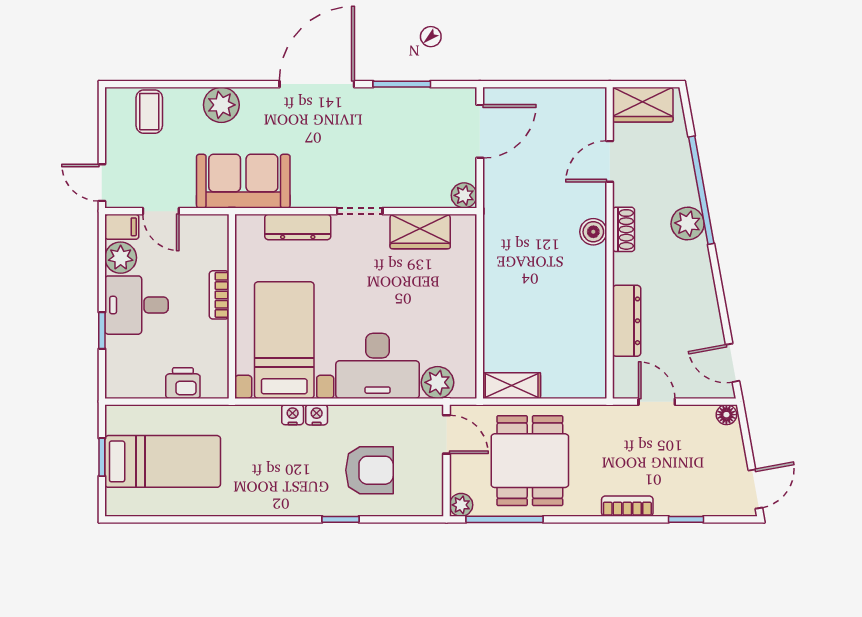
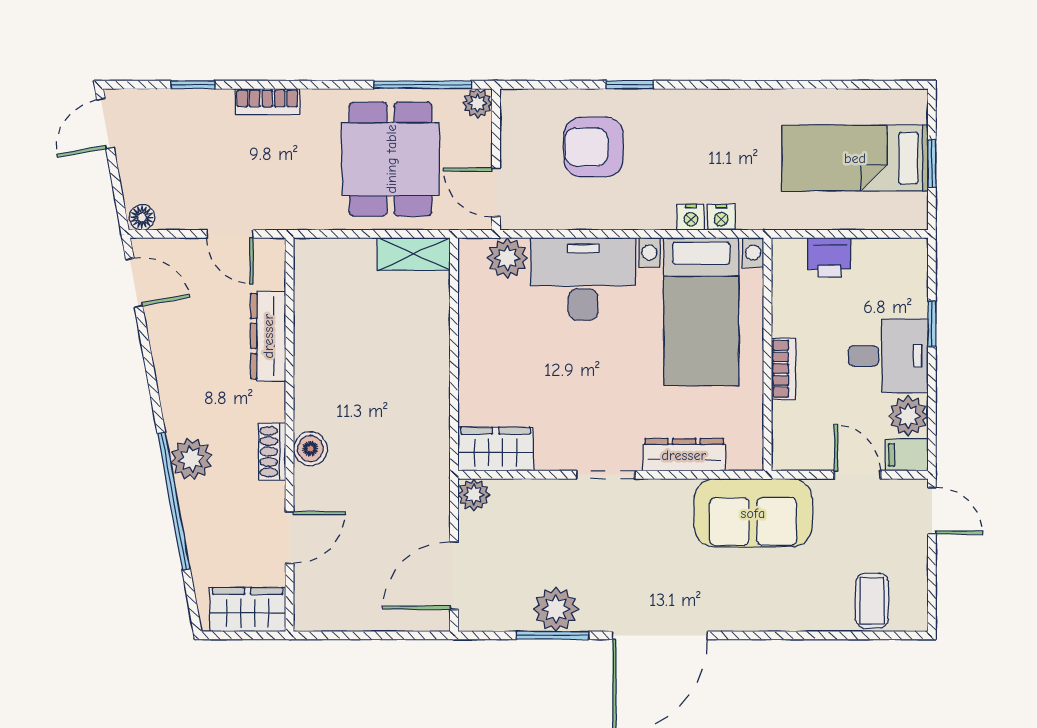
plant: (221, 105) -> (556, 609), moved
wardrobe: (420, 231) -> (496, 449), moved
nightstand: (317, 415) -> (721, 217), moved

